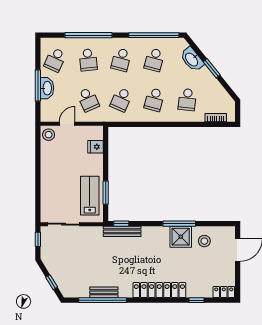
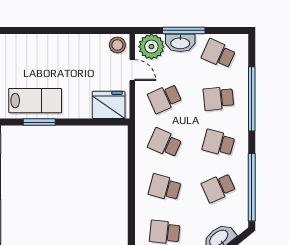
school desk: (154, 60) -> (218, 188), turned -39
plant: (50, 109) -> (151, 47), added
fridge: (96, 147) -> (109, 105), width x1.88, depth x1.34

